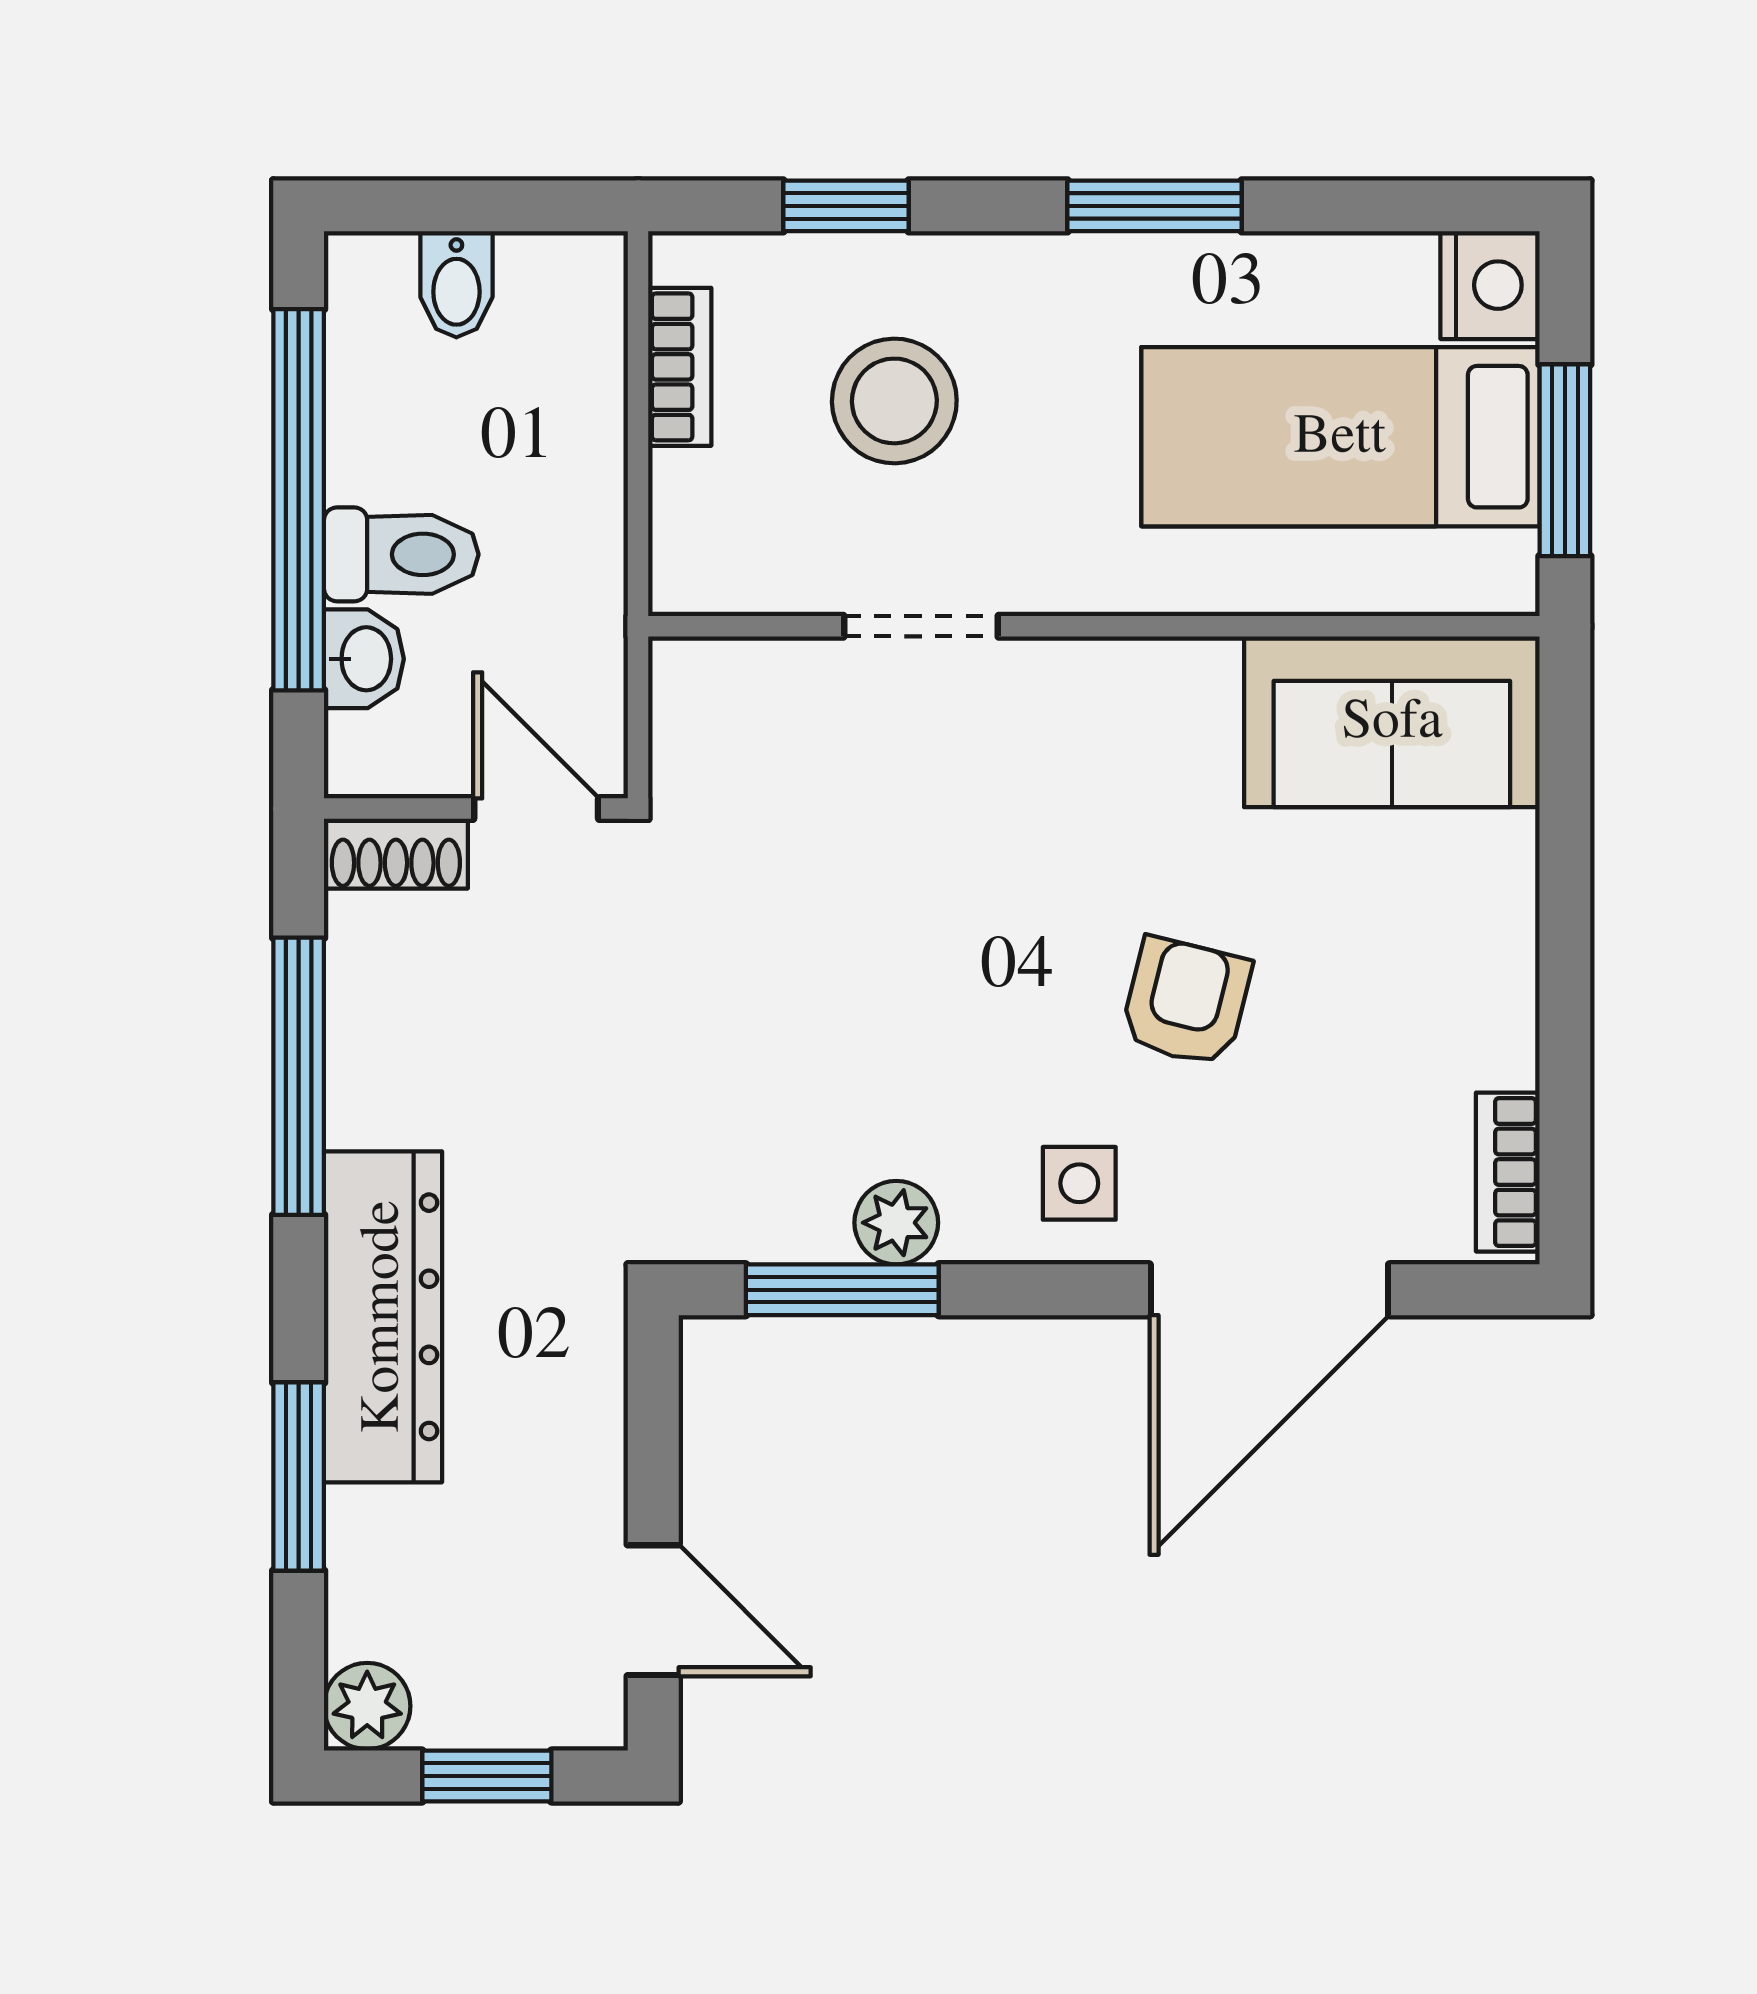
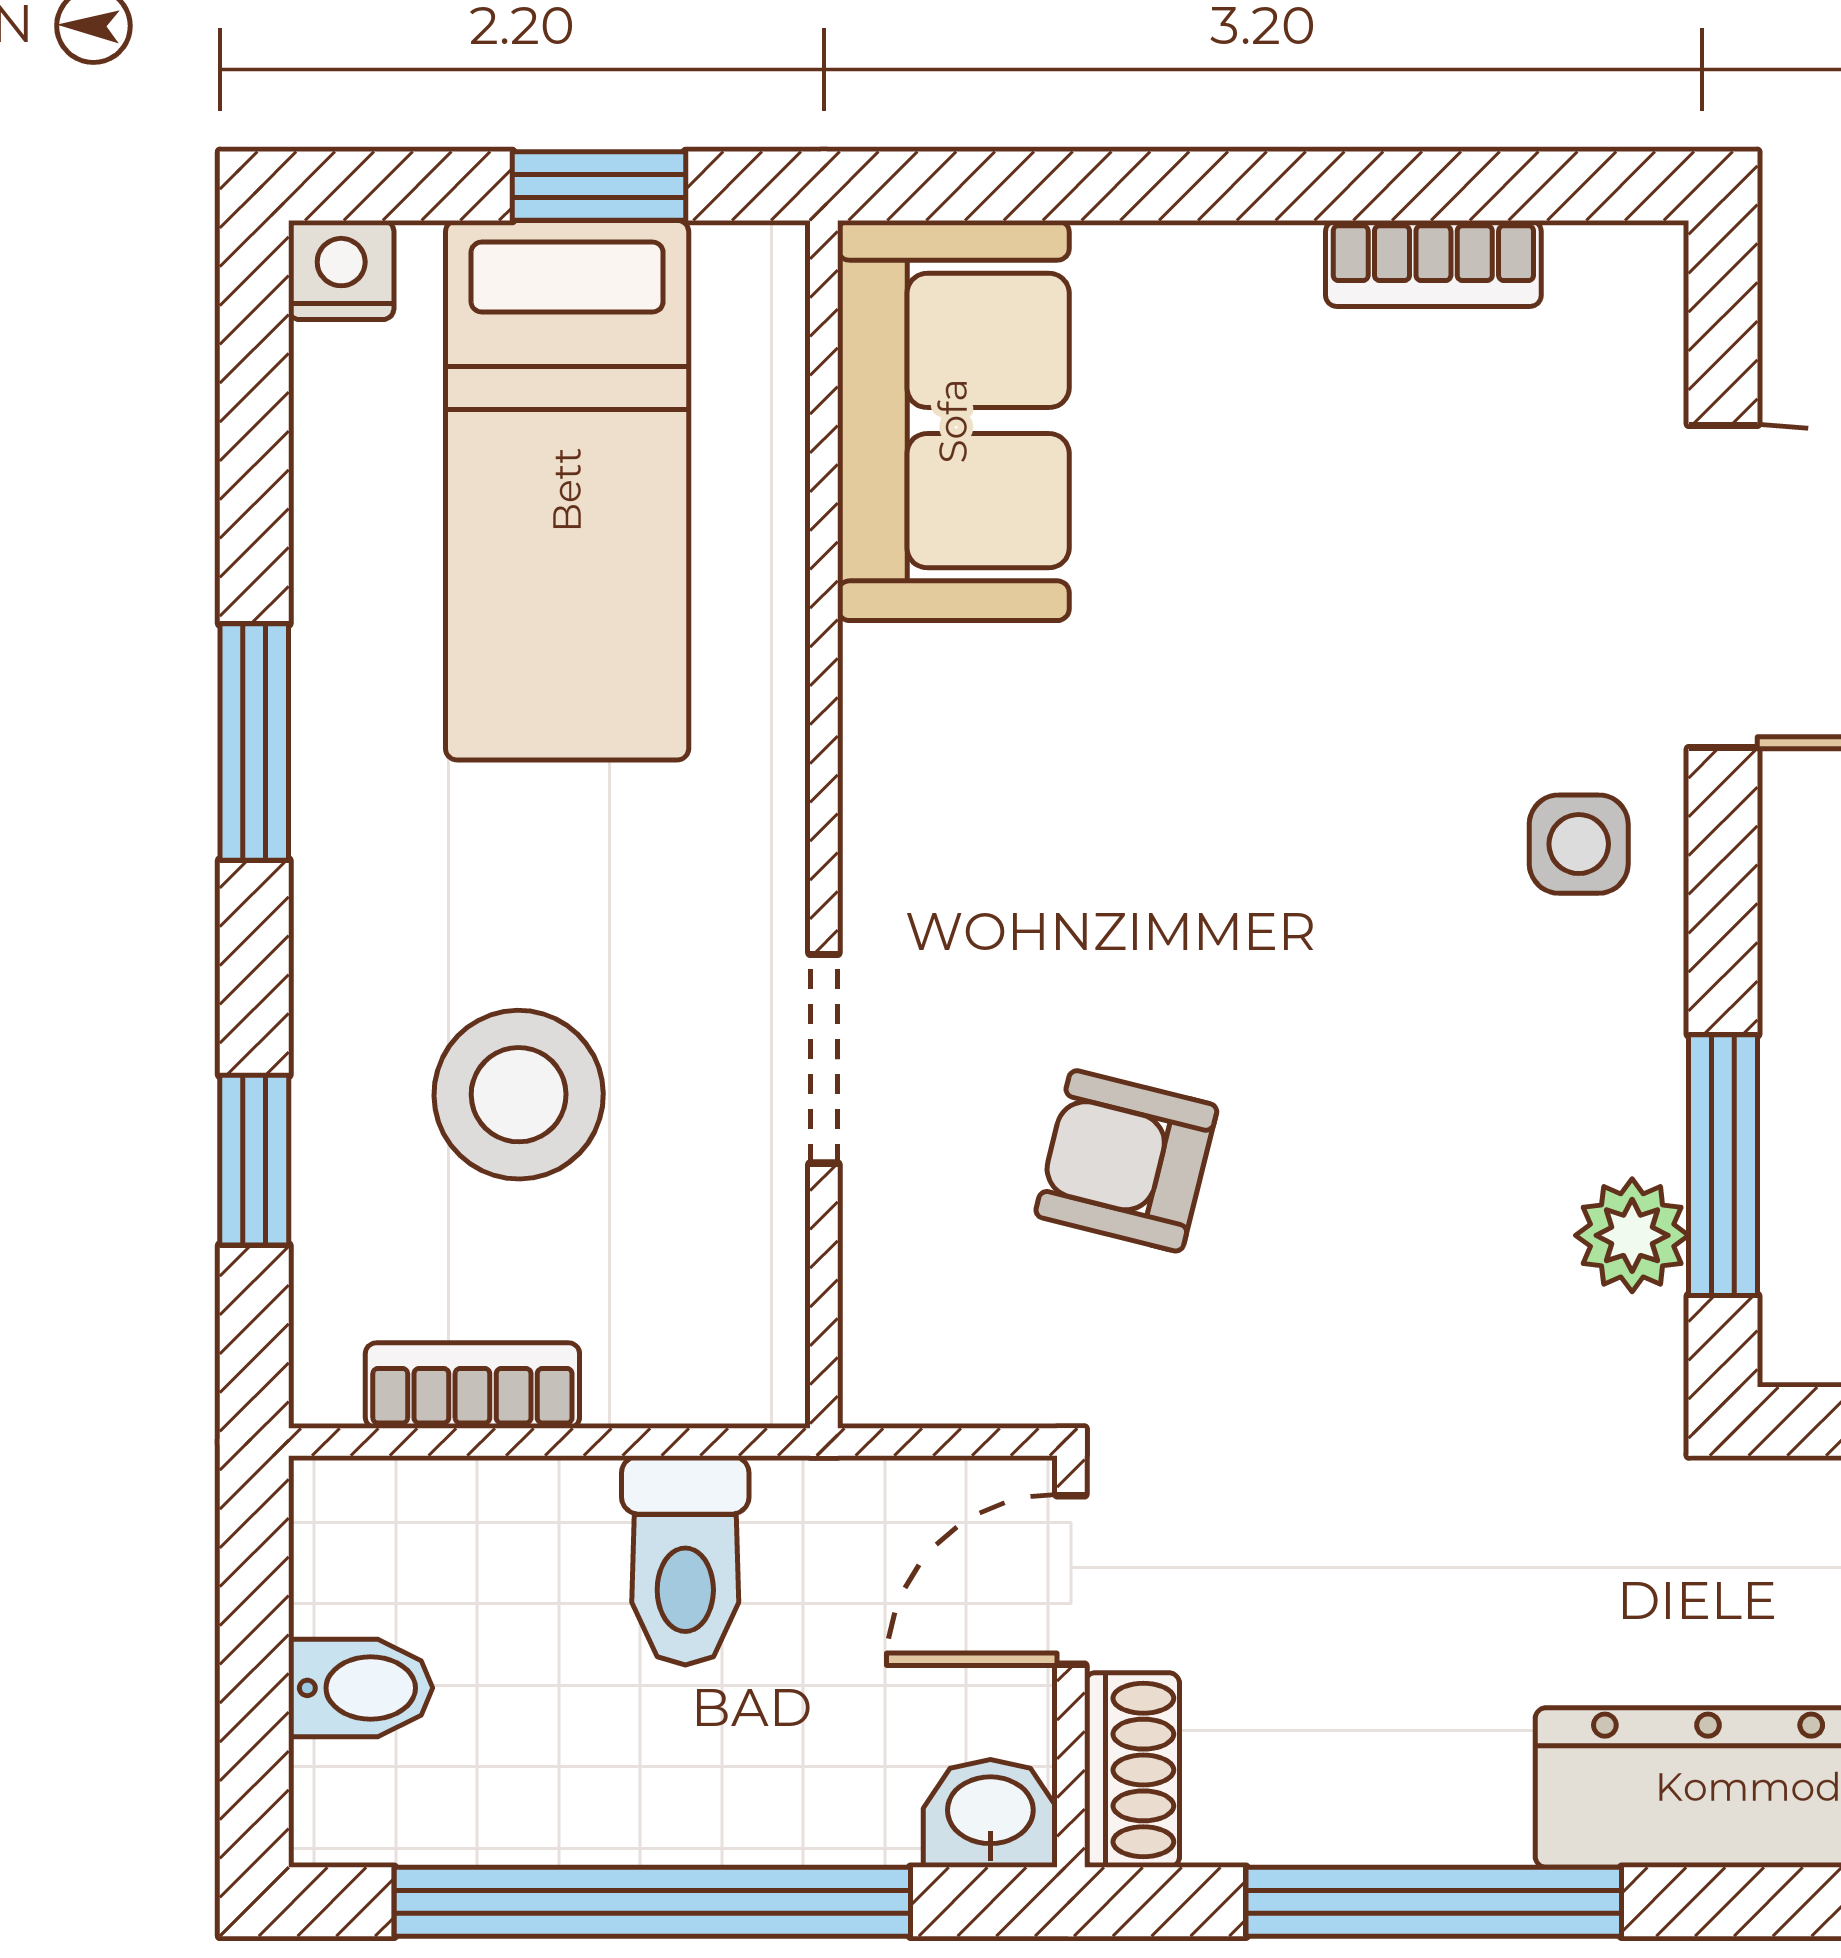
nightstand: (1490, 285) -> (341, 270), width x0.72, depth x0.74
window: (1565, 460) -> (599, 186), width x0.67
toilet: (401, 554) -> (685, 1560), moved, turned 180
washbasin: (364, 659) -> (990, 1813), moved
armchair: (1186, 1002) -> (1126, 1161), moved
bookcase: (1508, 1172) -> (1433, 263), moved
plant: (896, 1223) -> (1632, 1235), moved

